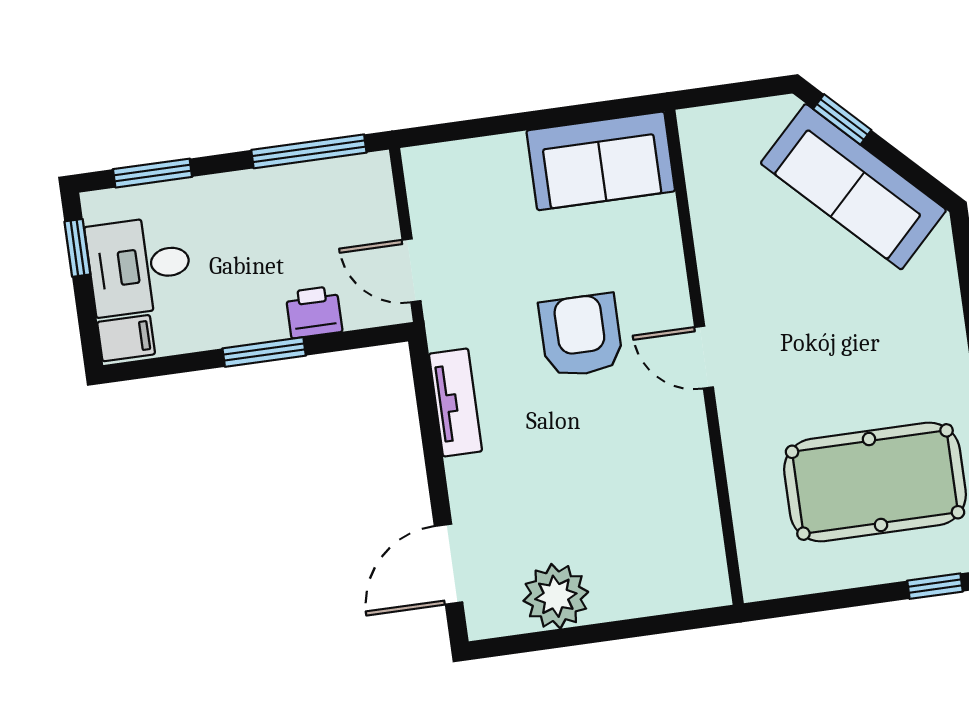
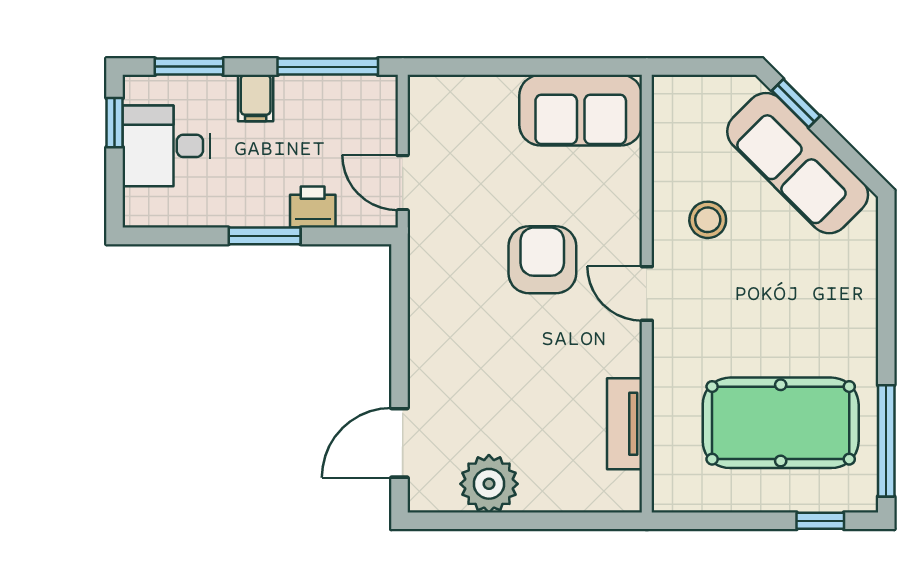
stool: (761, 265) -> (708, 220), added
filing cabinet: (126, 338) -> (256, 98), moved, turned 90
tv unit: (455, 402) -> (625, 424), moved, turned 180

